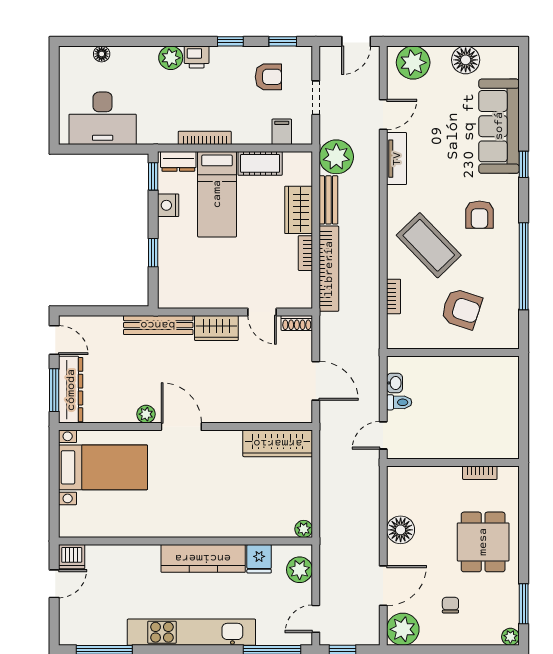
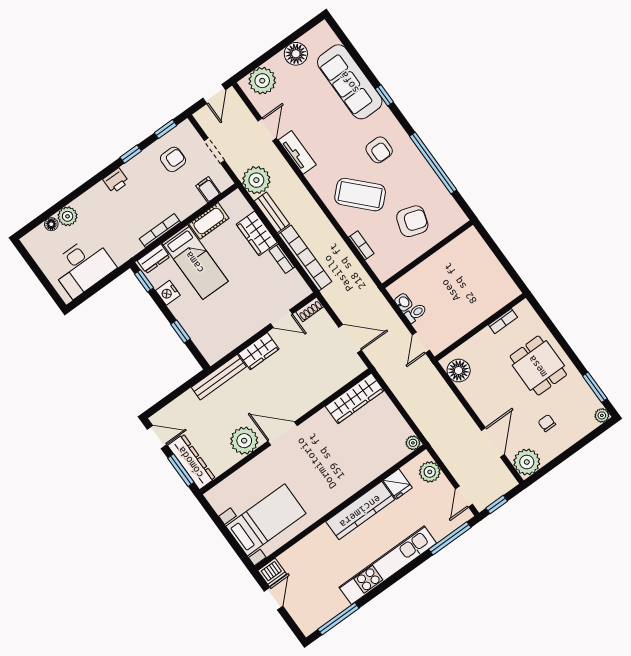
plant: (171, 58) -> (68, 216), moved
plant: (146, 414) -> (244, 441), width x1.87, depth x1.87
bed with nightstands: (103, 467) -> (266, 520), moved
floor lamp: (401, 530) -> (459, 371), moved

